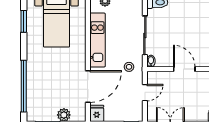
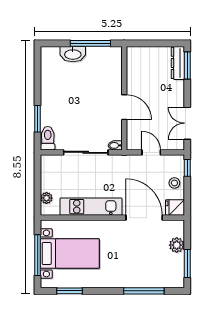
stool: (129, 67) -> (174, 183), moved
door: (184, 69) -> (124, 107), swing flipped
window: (24, 86) -> (144, 291), width x0.68

